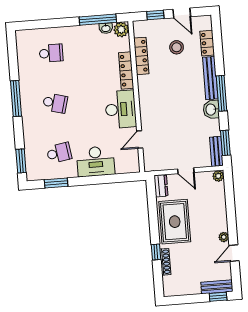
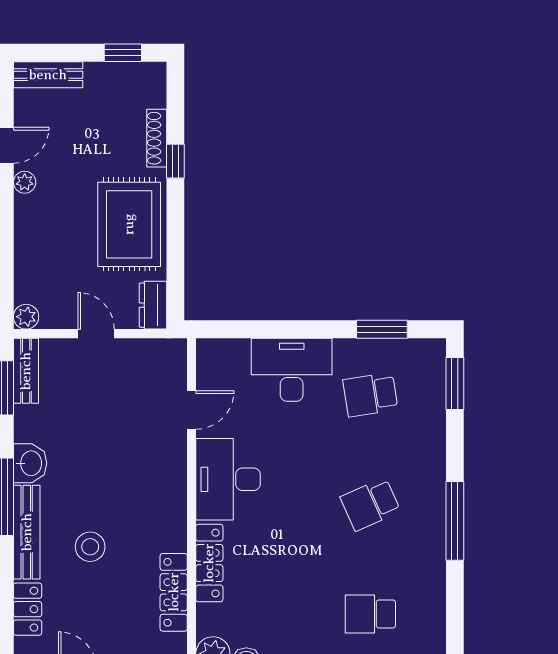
stool: (177, 47) -> (90, 547), moved
school desk: (55, 103) -> (370, 504), turned -39
window: (218, 297) -> (123, 53), moved

